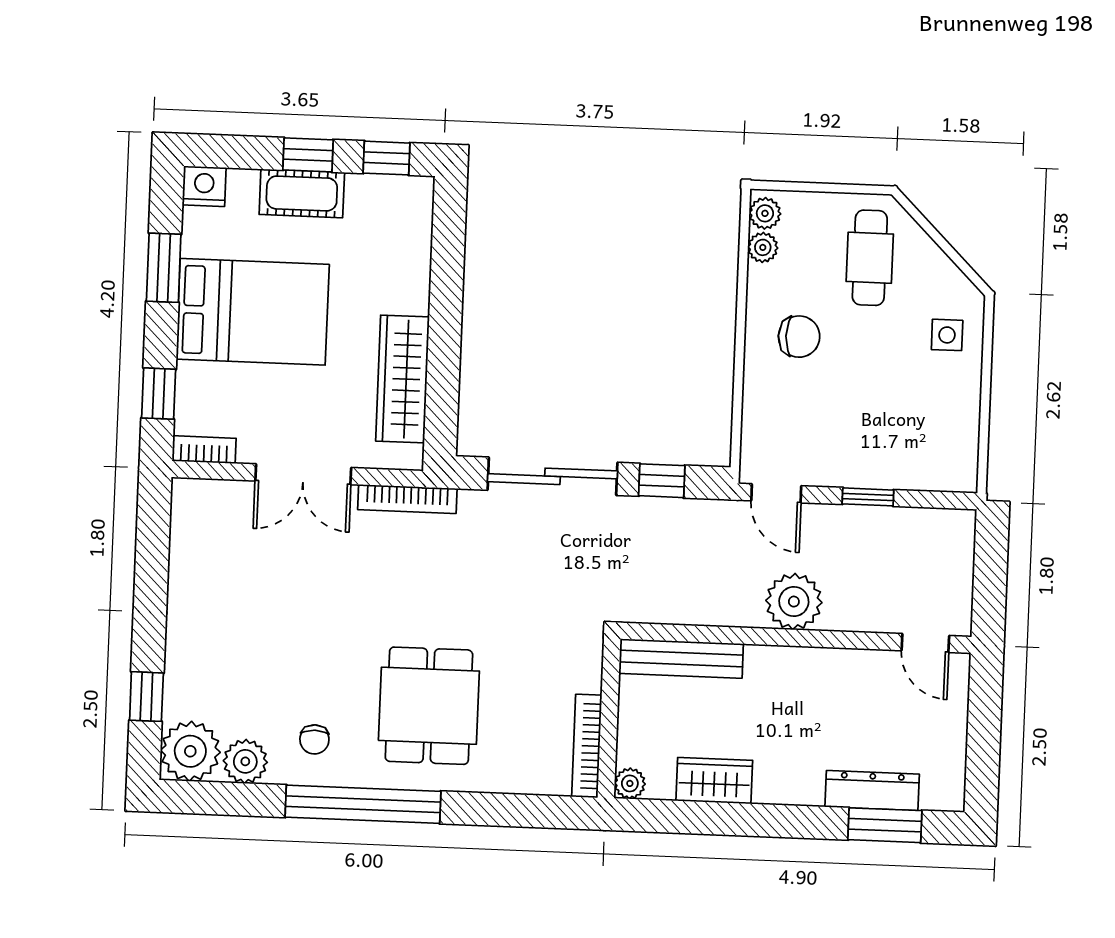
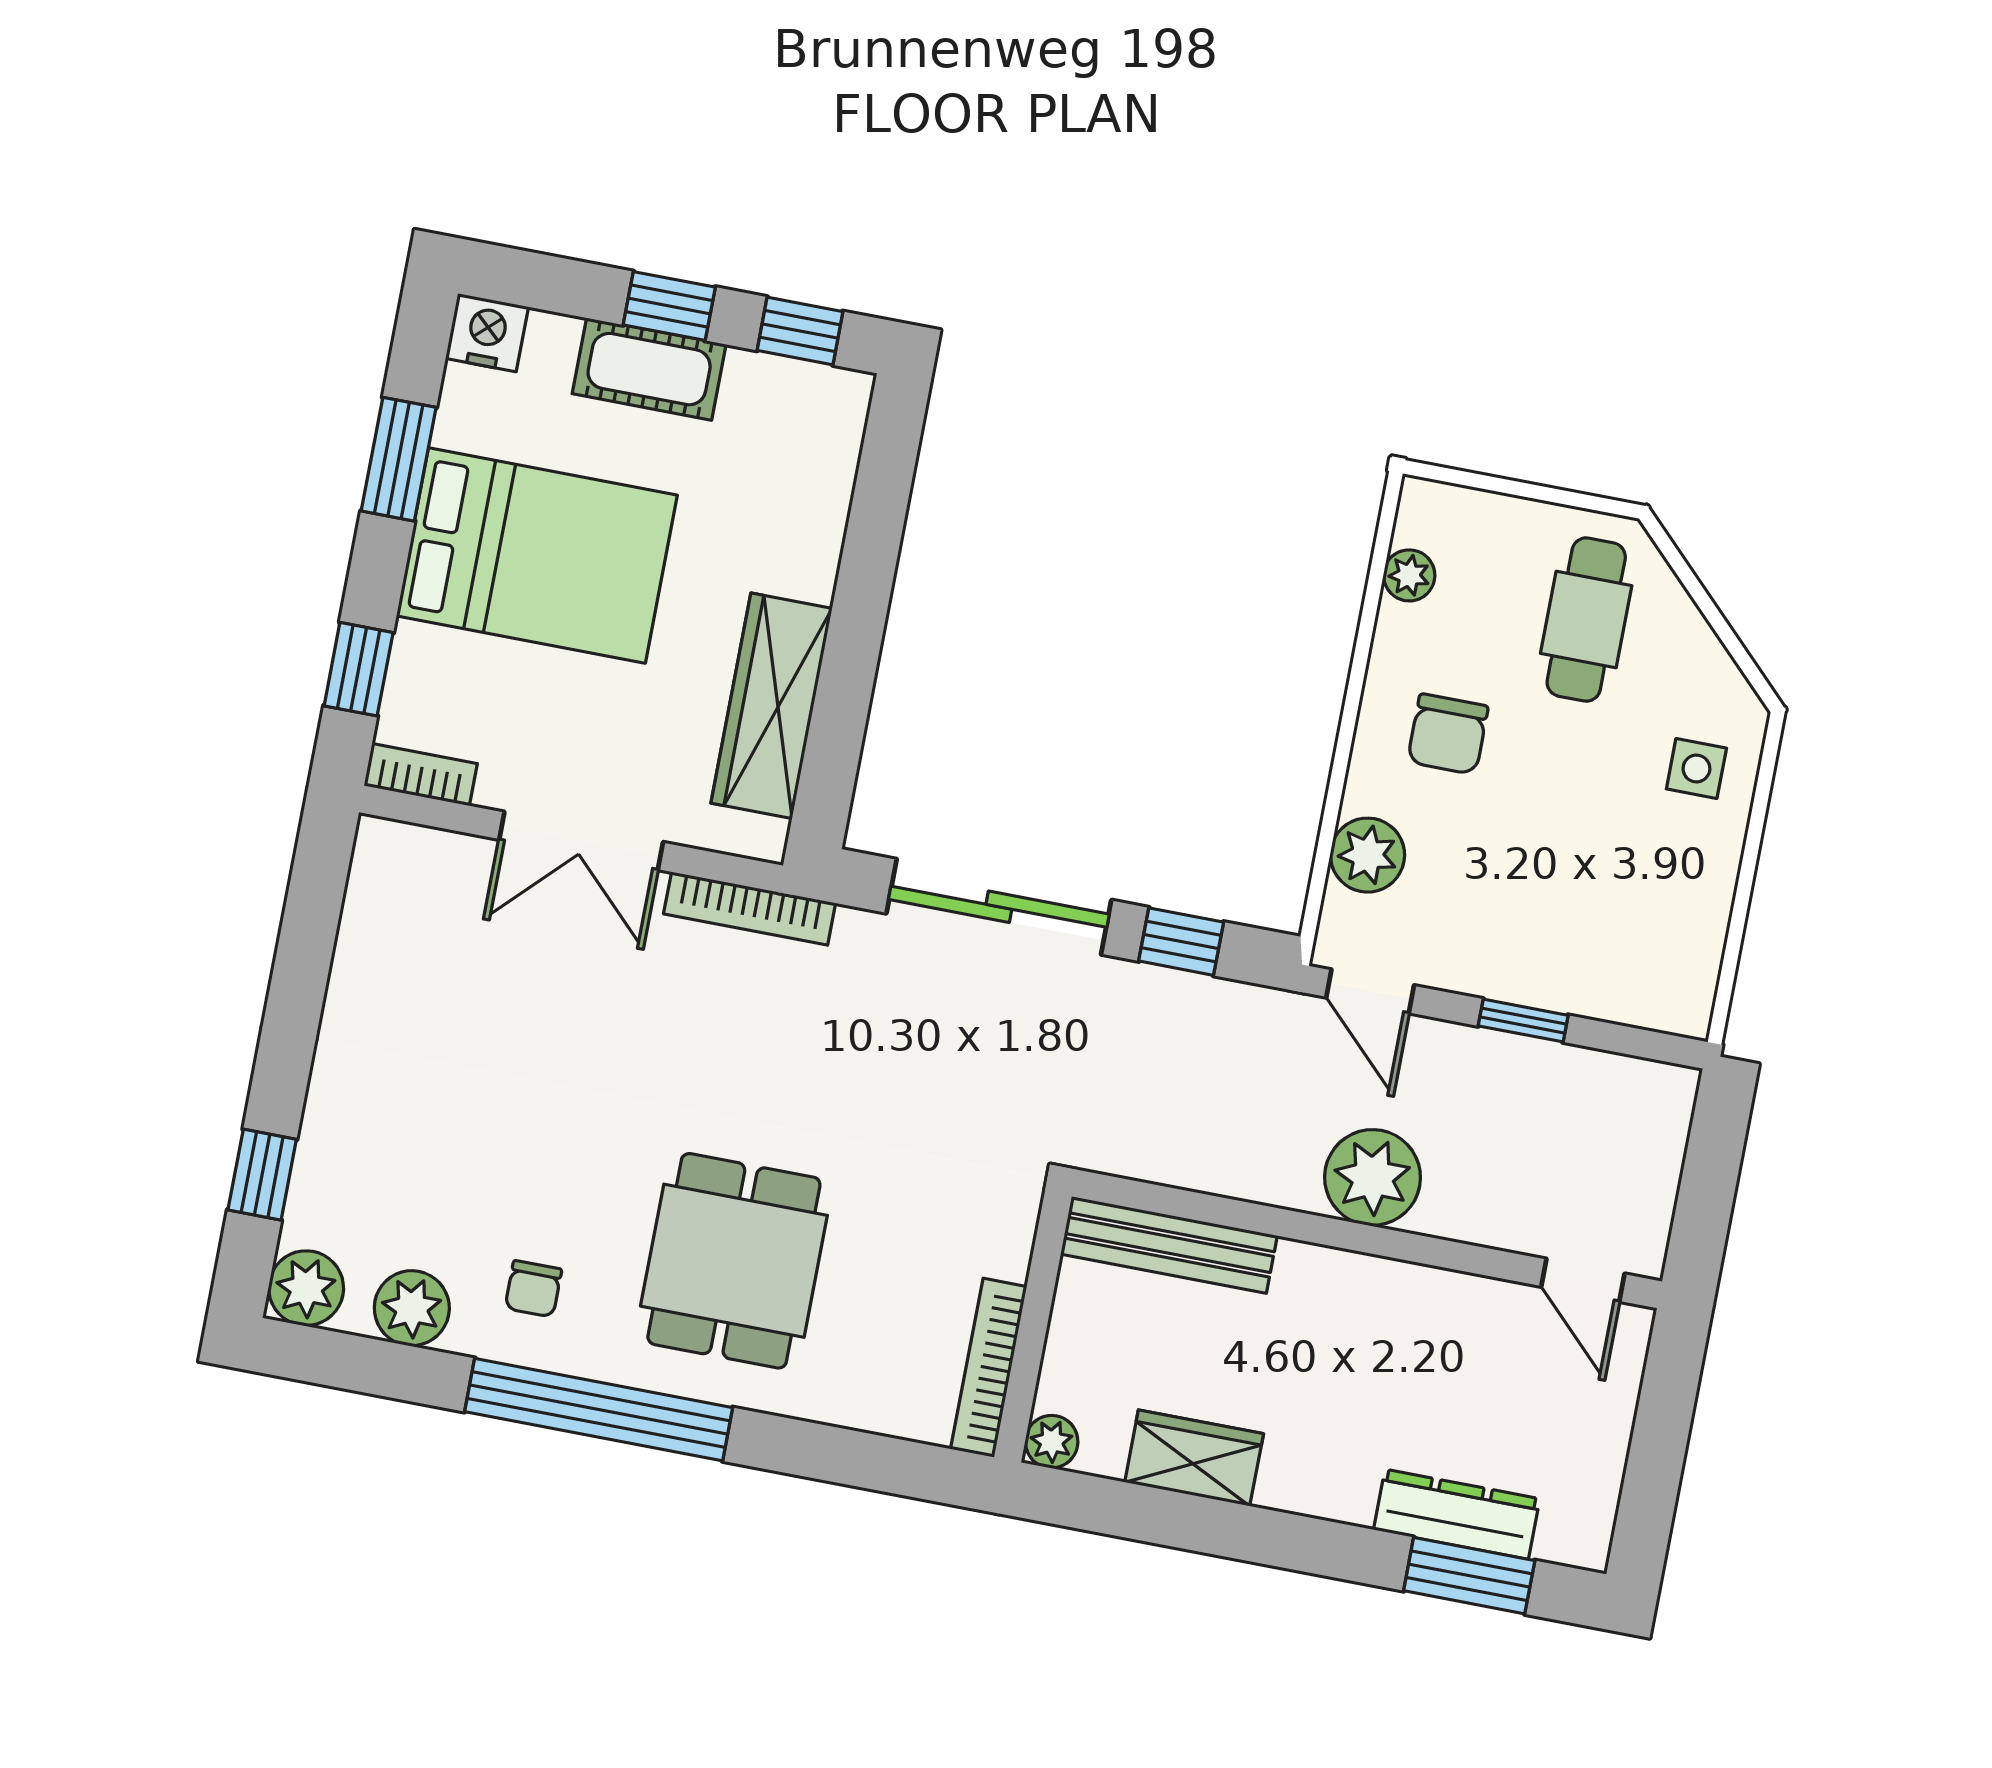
plant: (765, 213) -> (1368, 855), moved, width x1.38, depth x1.38
chair: (799, 337) -> (1448, 734), turned 90
plant: (190, 751) -> (306, 1288), width x0.73, depth x0.73

